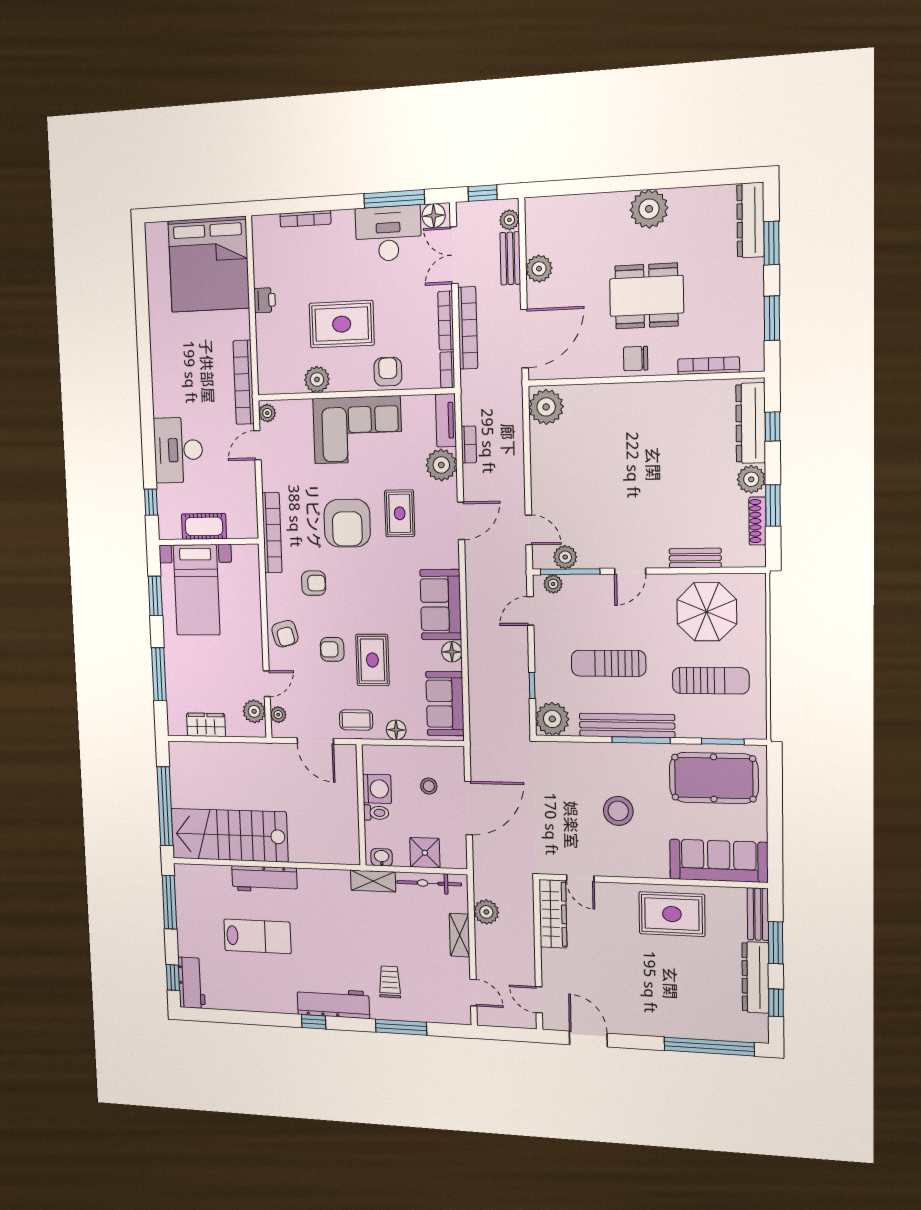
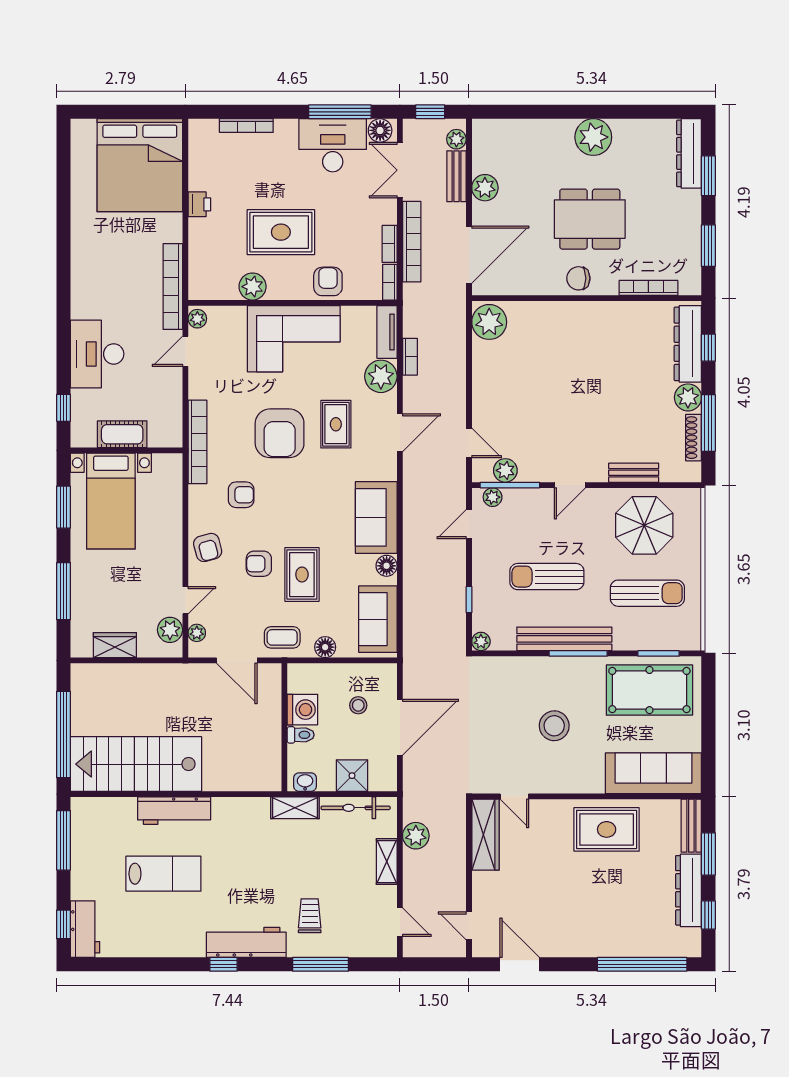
bookcase: (446, 321) -> (390, 244), width x0.64
window: (773, 506) -> (708, 423), width x1.44
plant: (552, 719) -> (481, 641), width x0.53, depth x0.53

